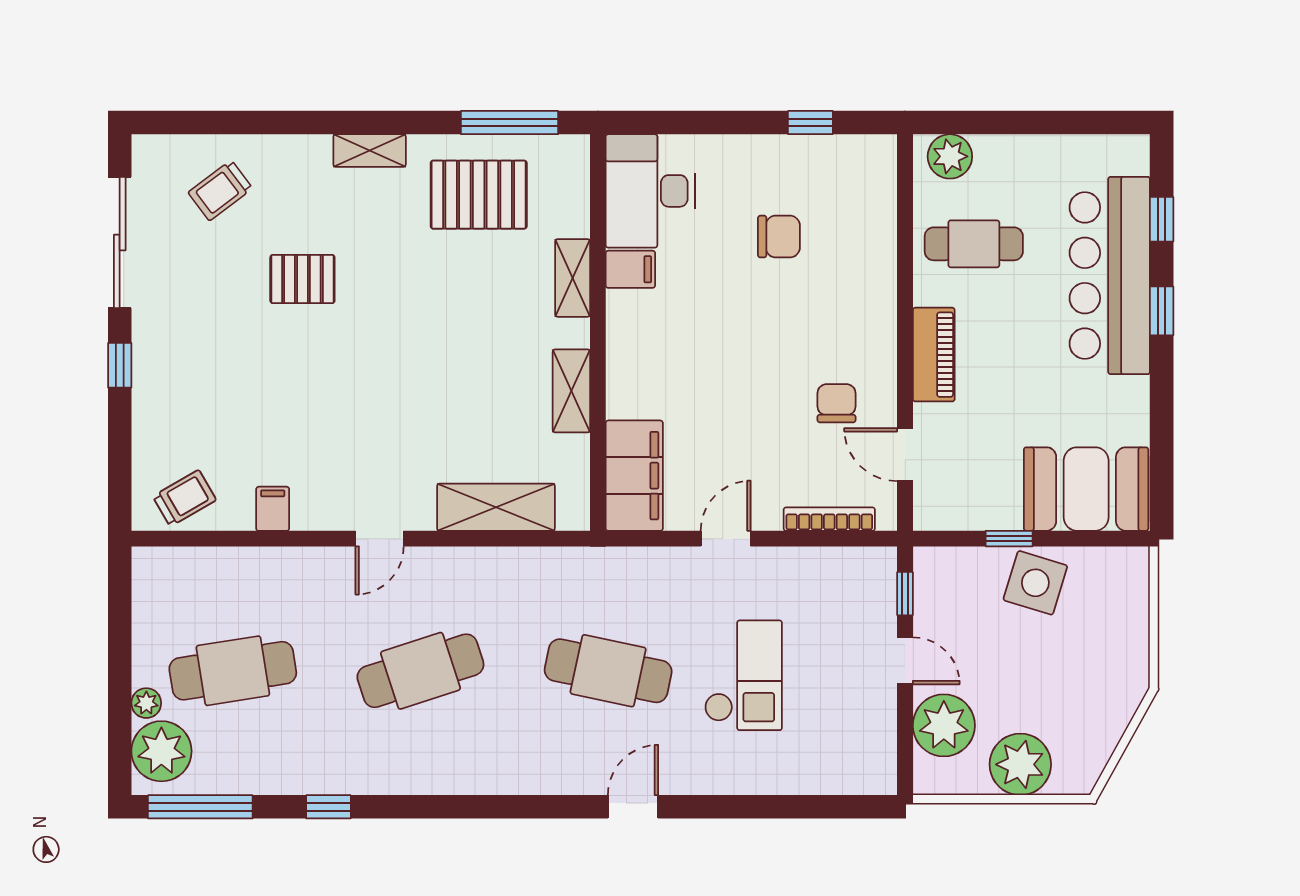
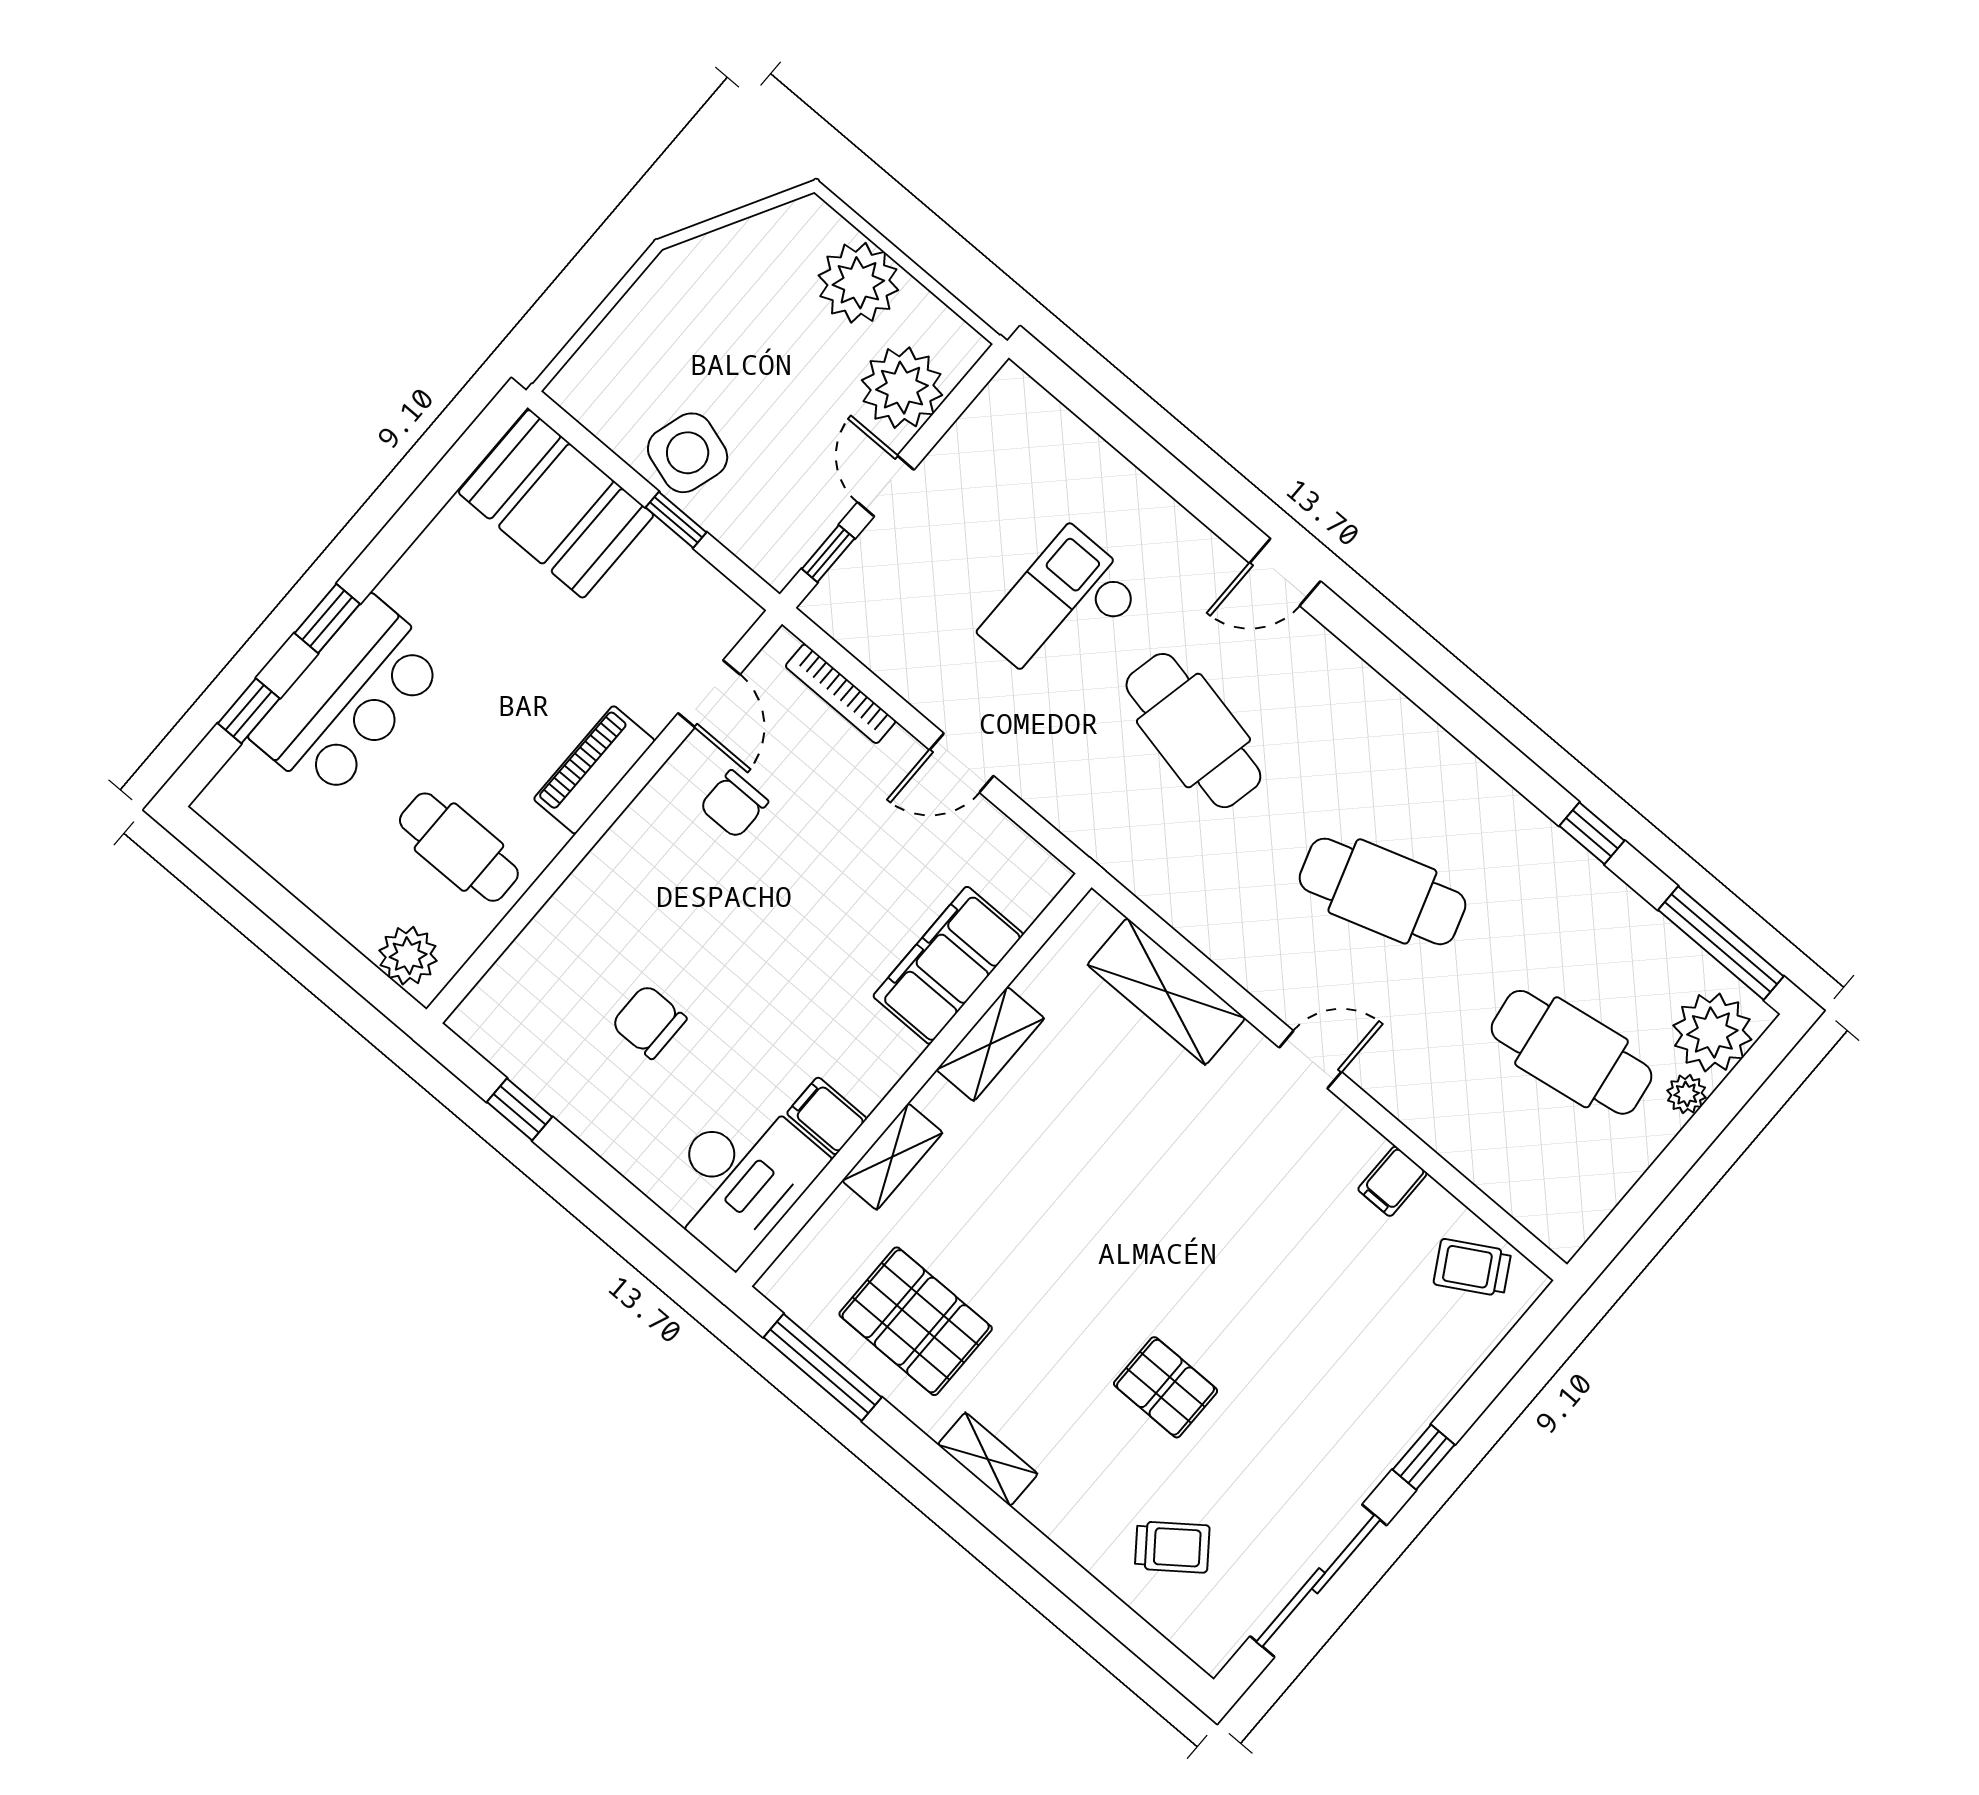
bar counter: (1110, 276) -> (349, 699), width x0.73
filing cabinet: (634, 476) -> (948, 965), moved

